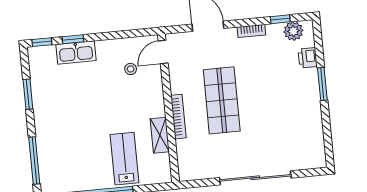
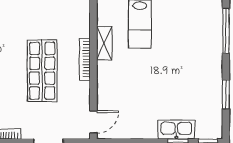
stool: (131, 69) -> (126, 109), removed

